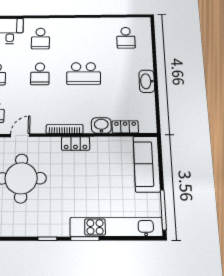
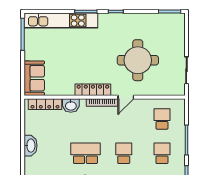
locker: (125, 127) -> (45, 104), width x1.53
door: (20, 135) -> (126, 97), moved
locker: (75, 144) -> (93, 90), width x1.53
sofa: (147, 164) -> (34, 78), width x0.73

